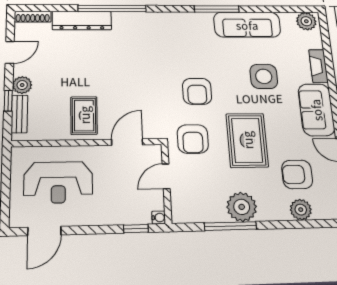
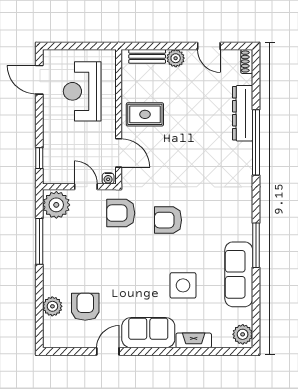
shoe rack: (33, 17) -> (247, 61), width x0.70
window: (8, 101) -> (160, 46), removed
rug: (247, 140) -> (119, 263), removed
plant: (242, 207) -> (56, 205), moved
water cooler: (159, 218) -> (108, 178), moved

